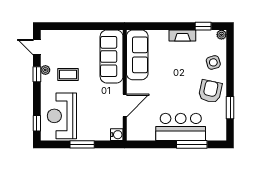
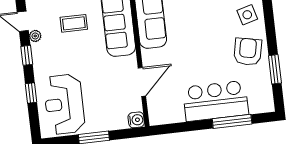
plant: (45, 70) -> (35, 36), moved
coffee table: (68, 74) -> (74, 23), moved
window: (37, 123) -> (31, 93), moved

